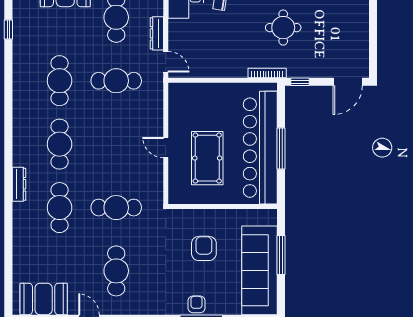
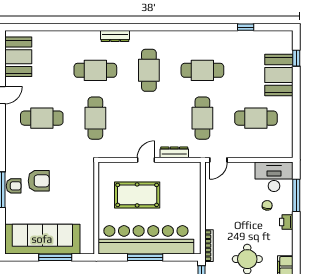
dresser: (157, 33) -> (174, 152), moved
cafe table: (60, 144) -> (149, 70), turned 90
armchair: (204, 248) -> (39, 181), moved

